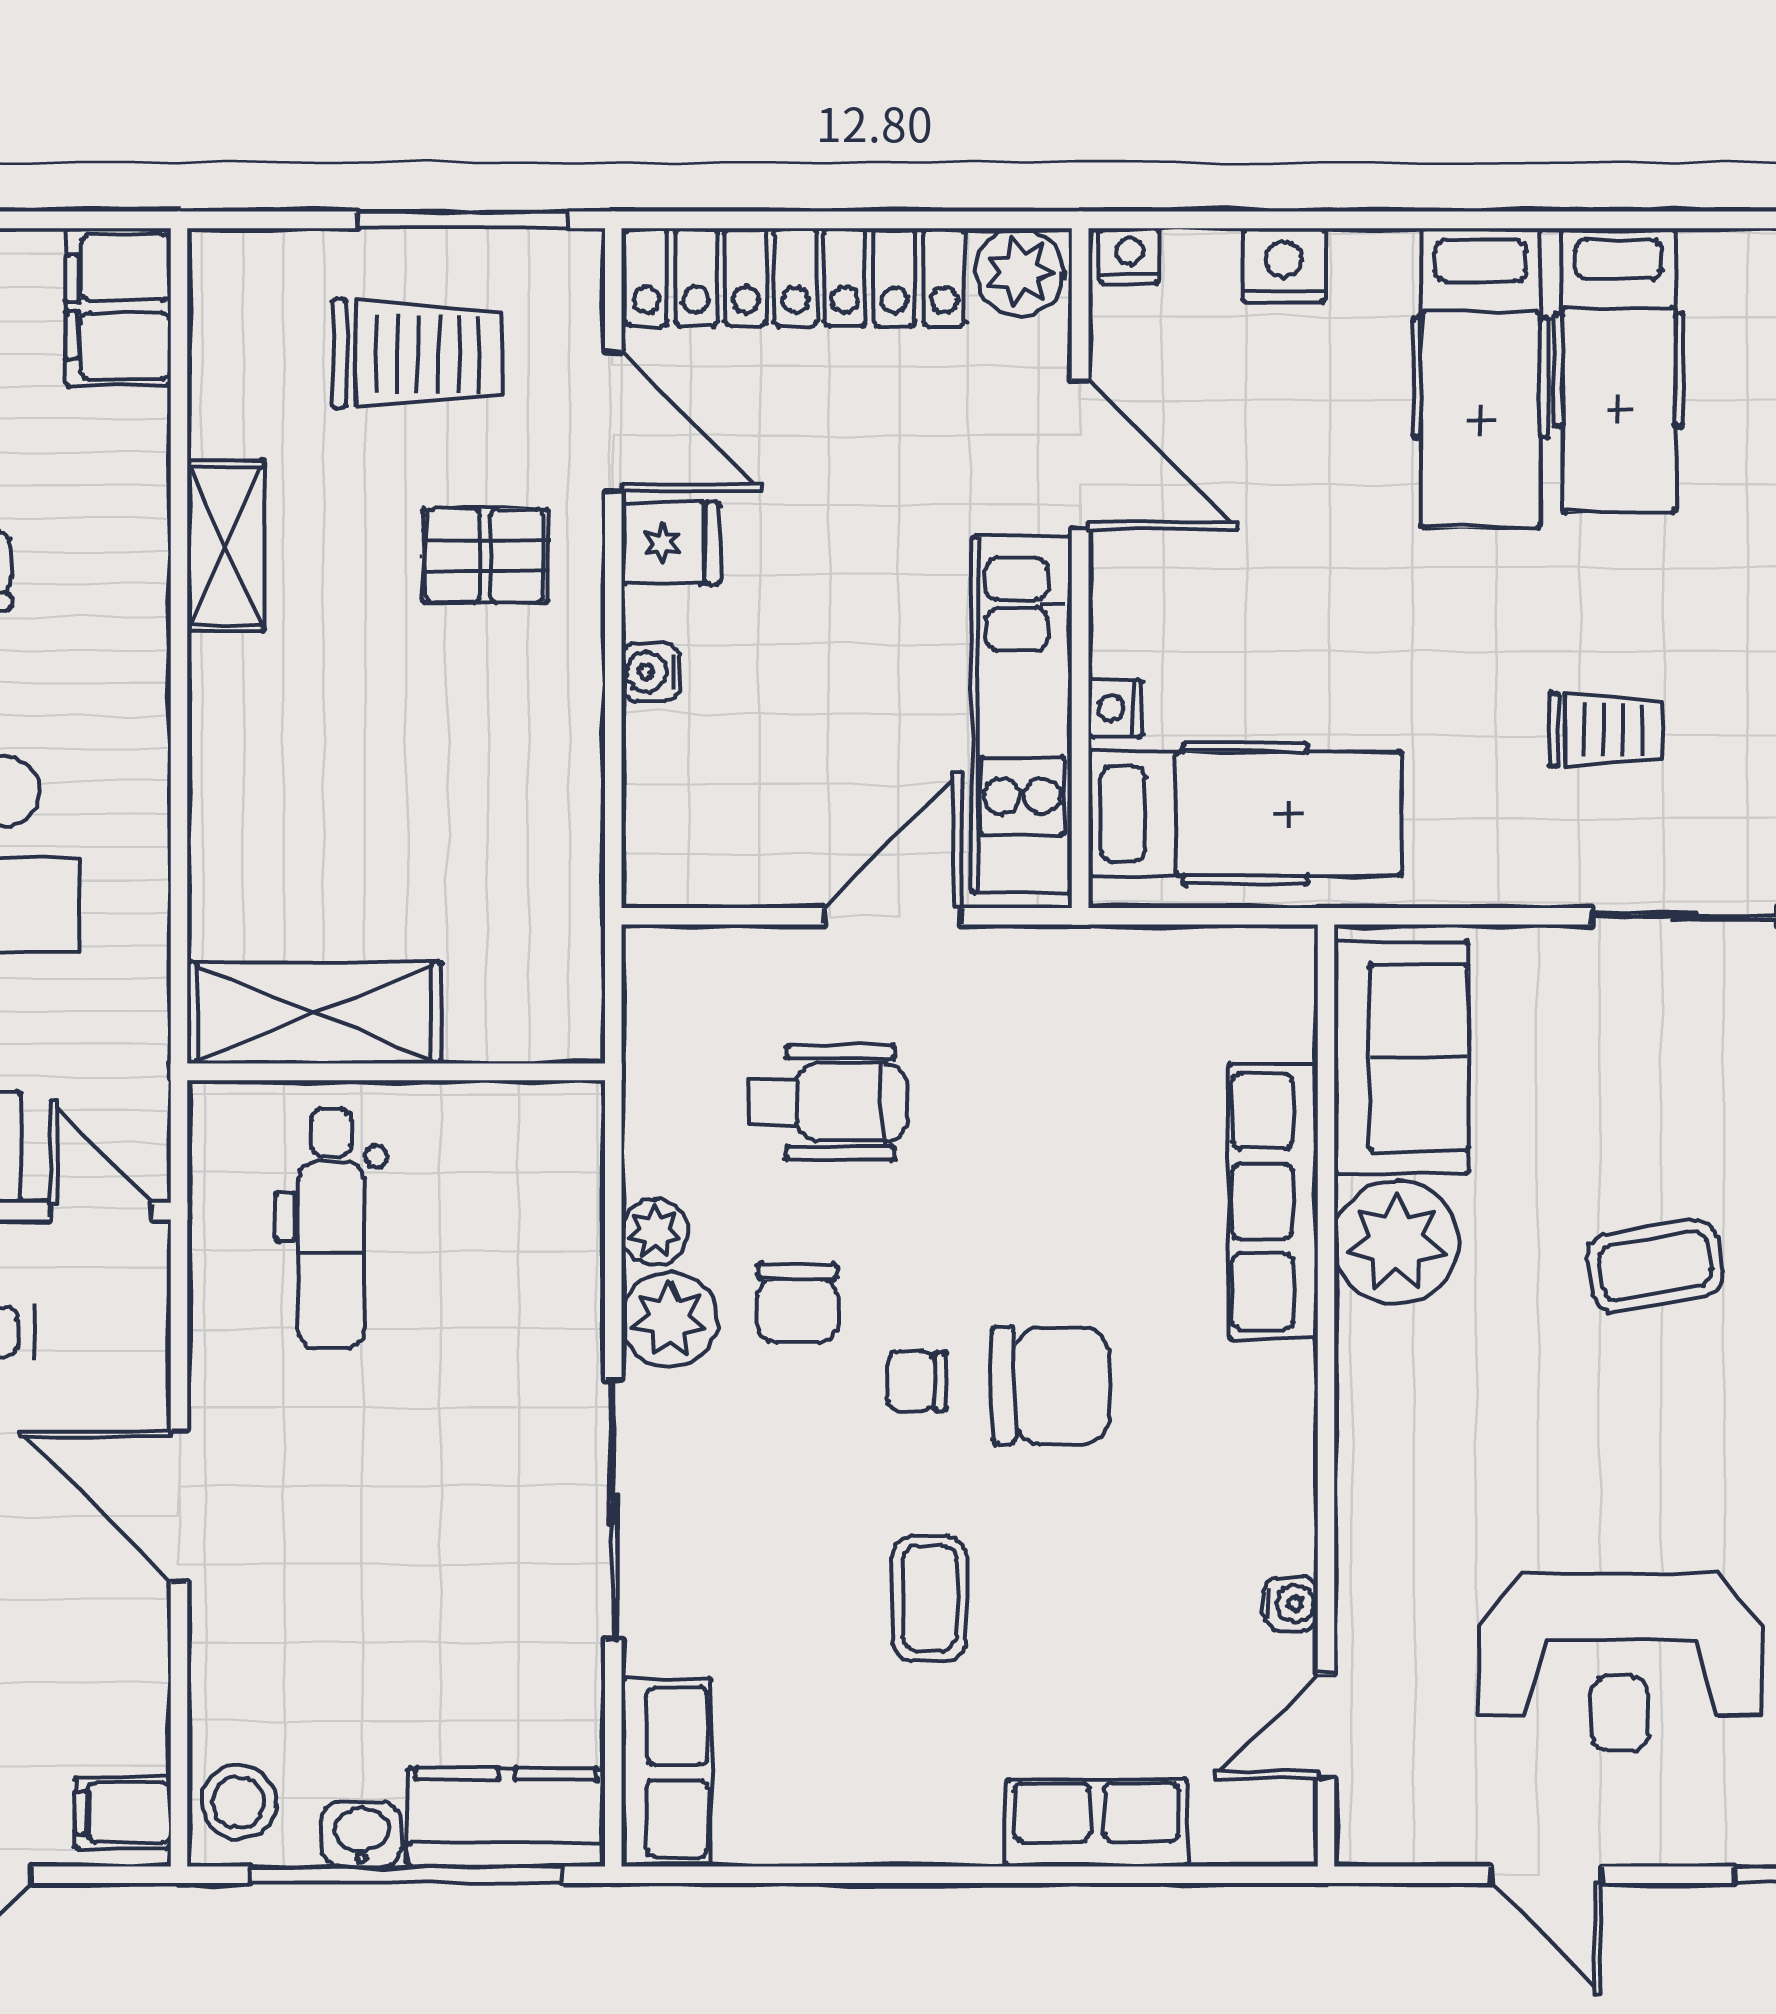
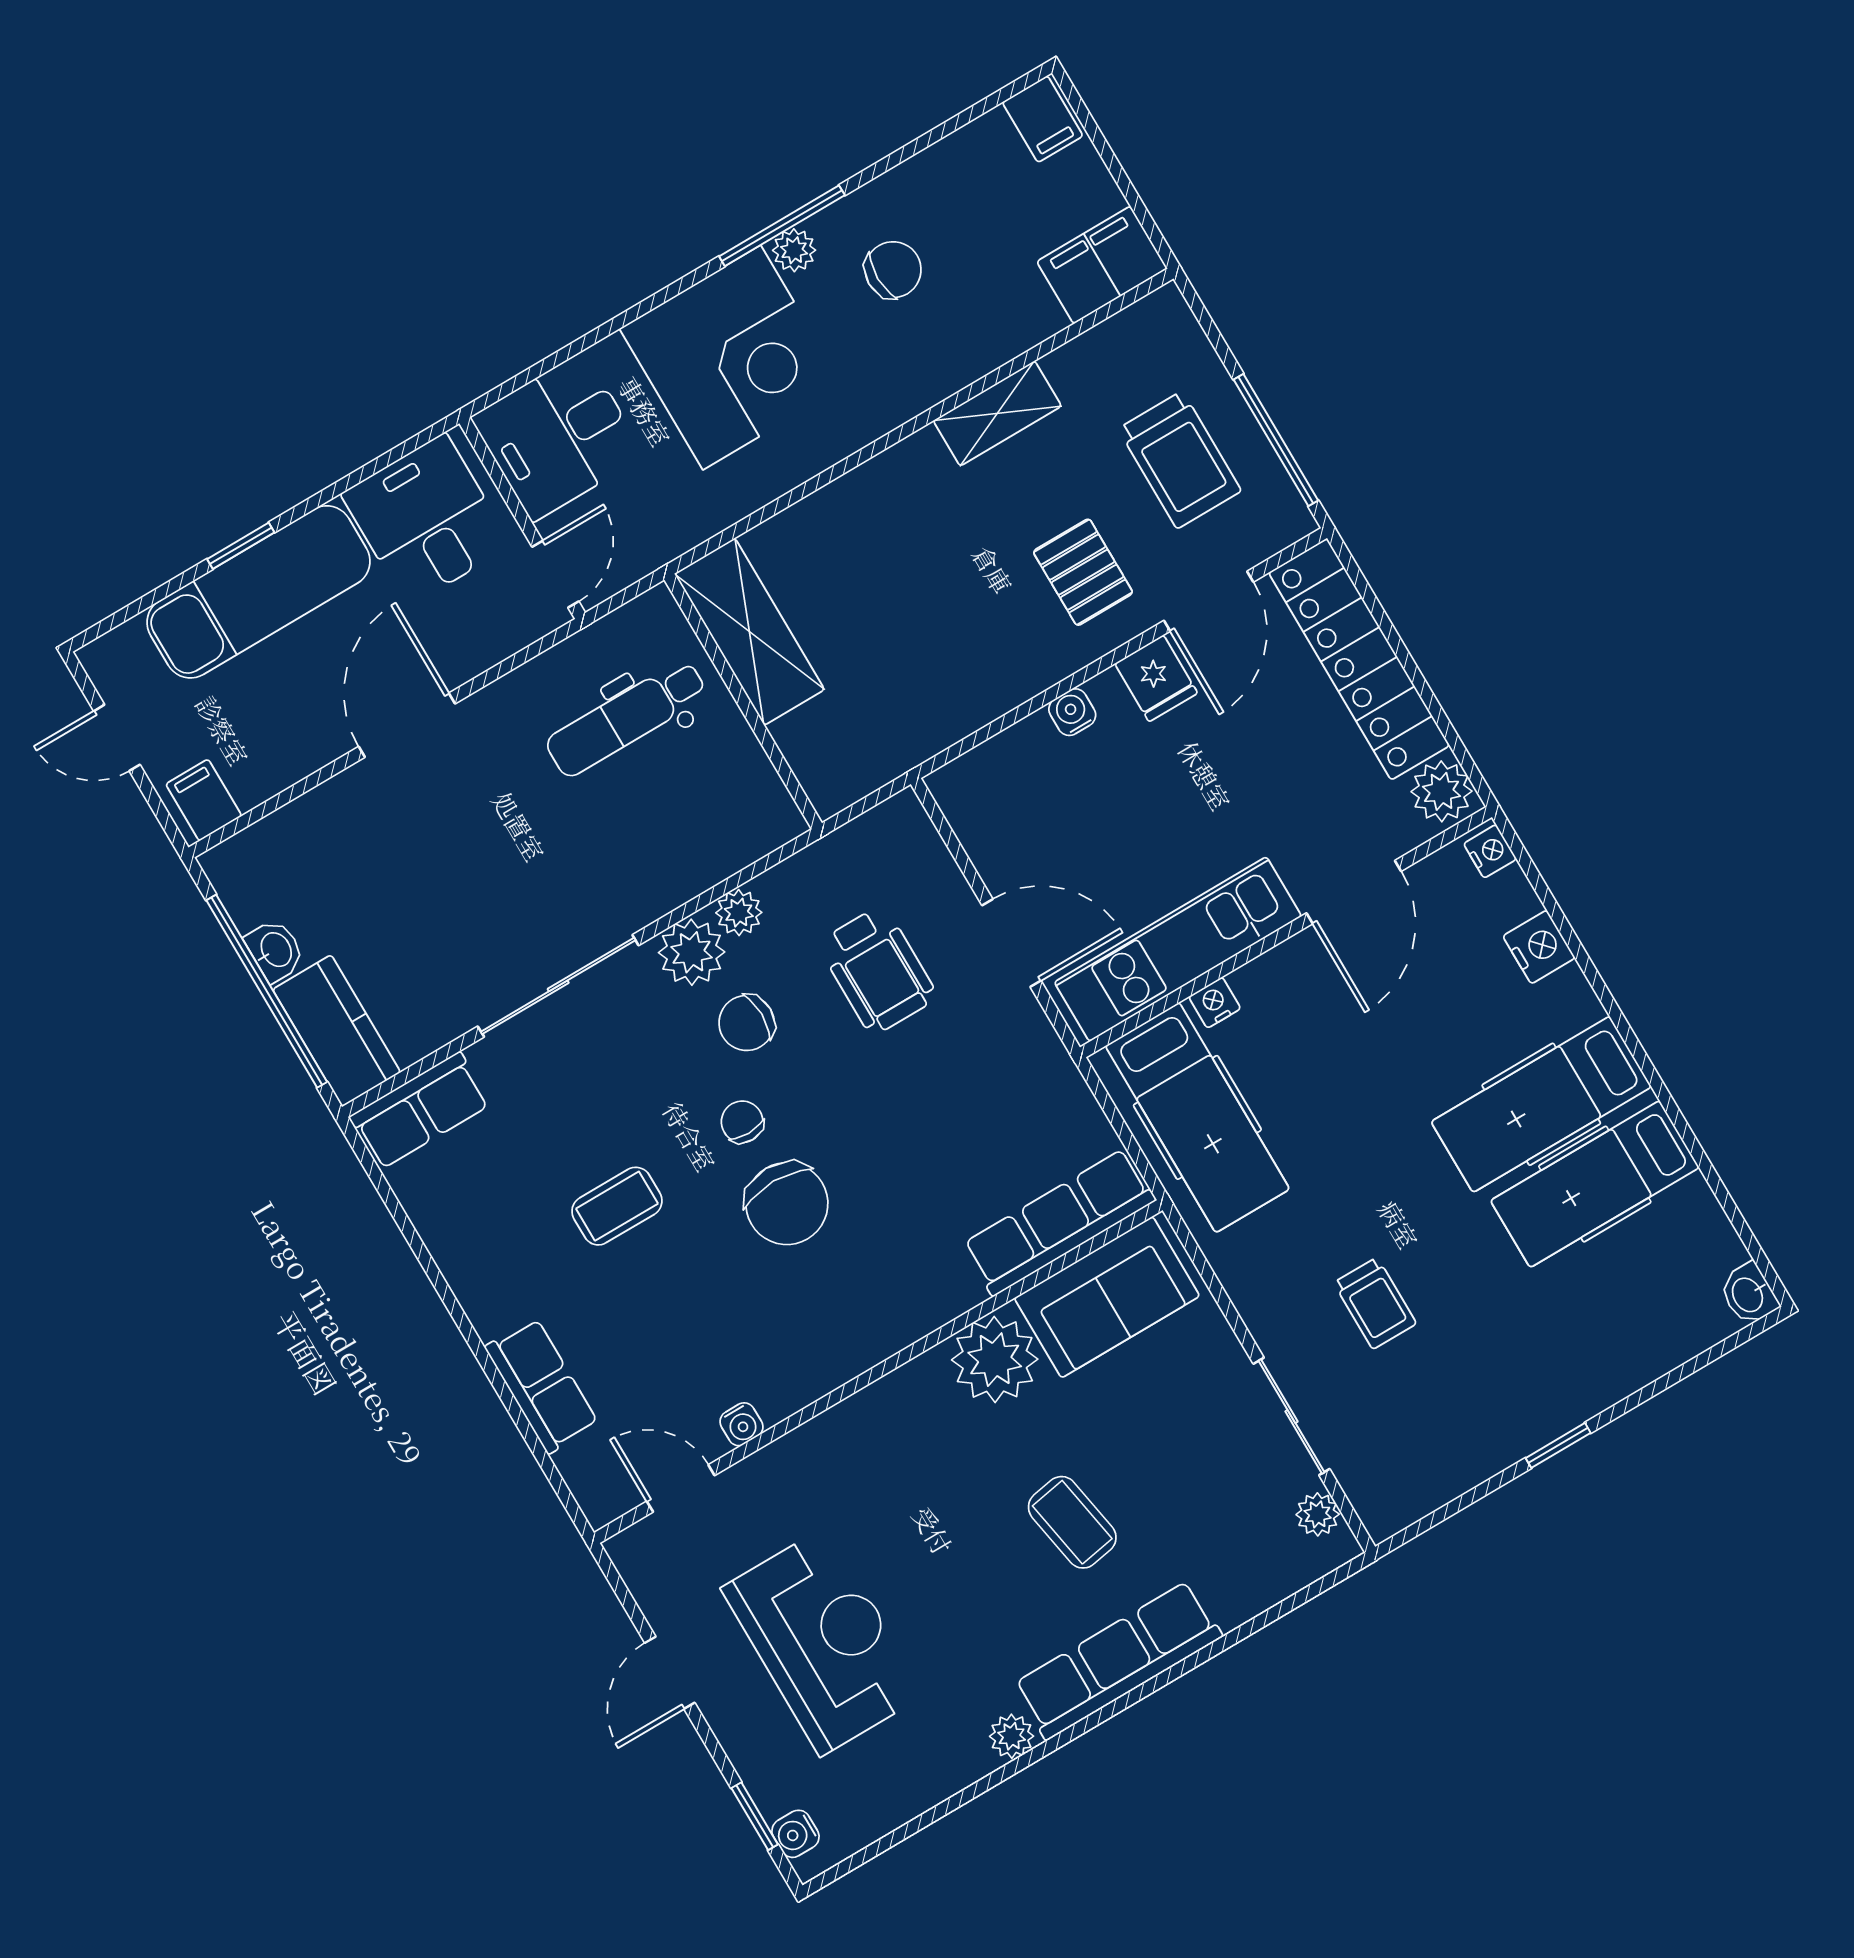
row of seats: (1273, 1201) -> (1059, 1222), moved
reception desk: (1620, 1662) -> (823, 1641), turned 180
stool: (239, 1802) -> (251, 865), removed

